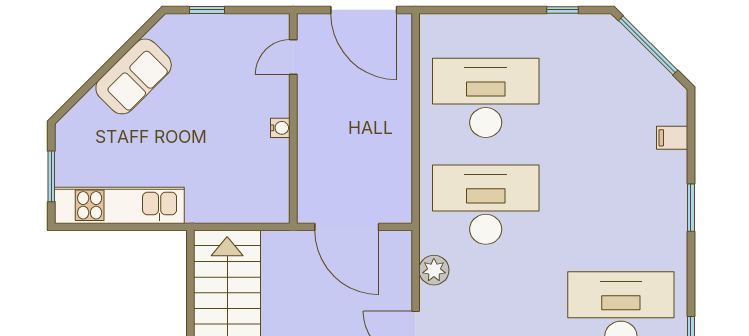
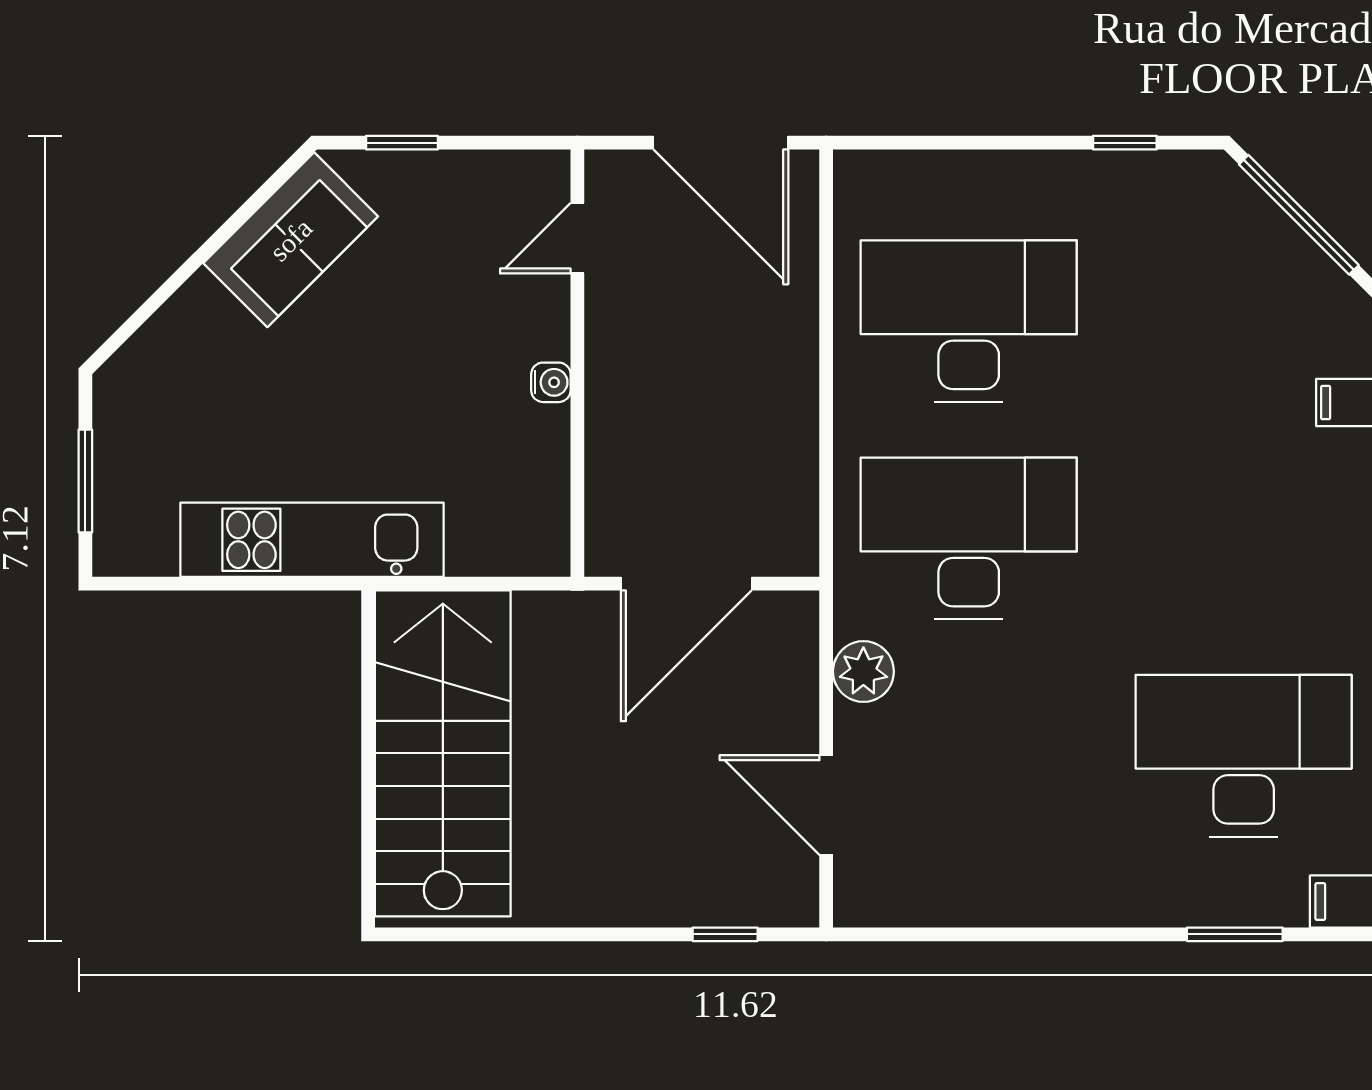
sofa: (134, 76) -> (291, 240), moved
kitchen unit: (119, 205) -> (312, 540), moved
door: (347, 227) -> (686, 584), hinge flipped

